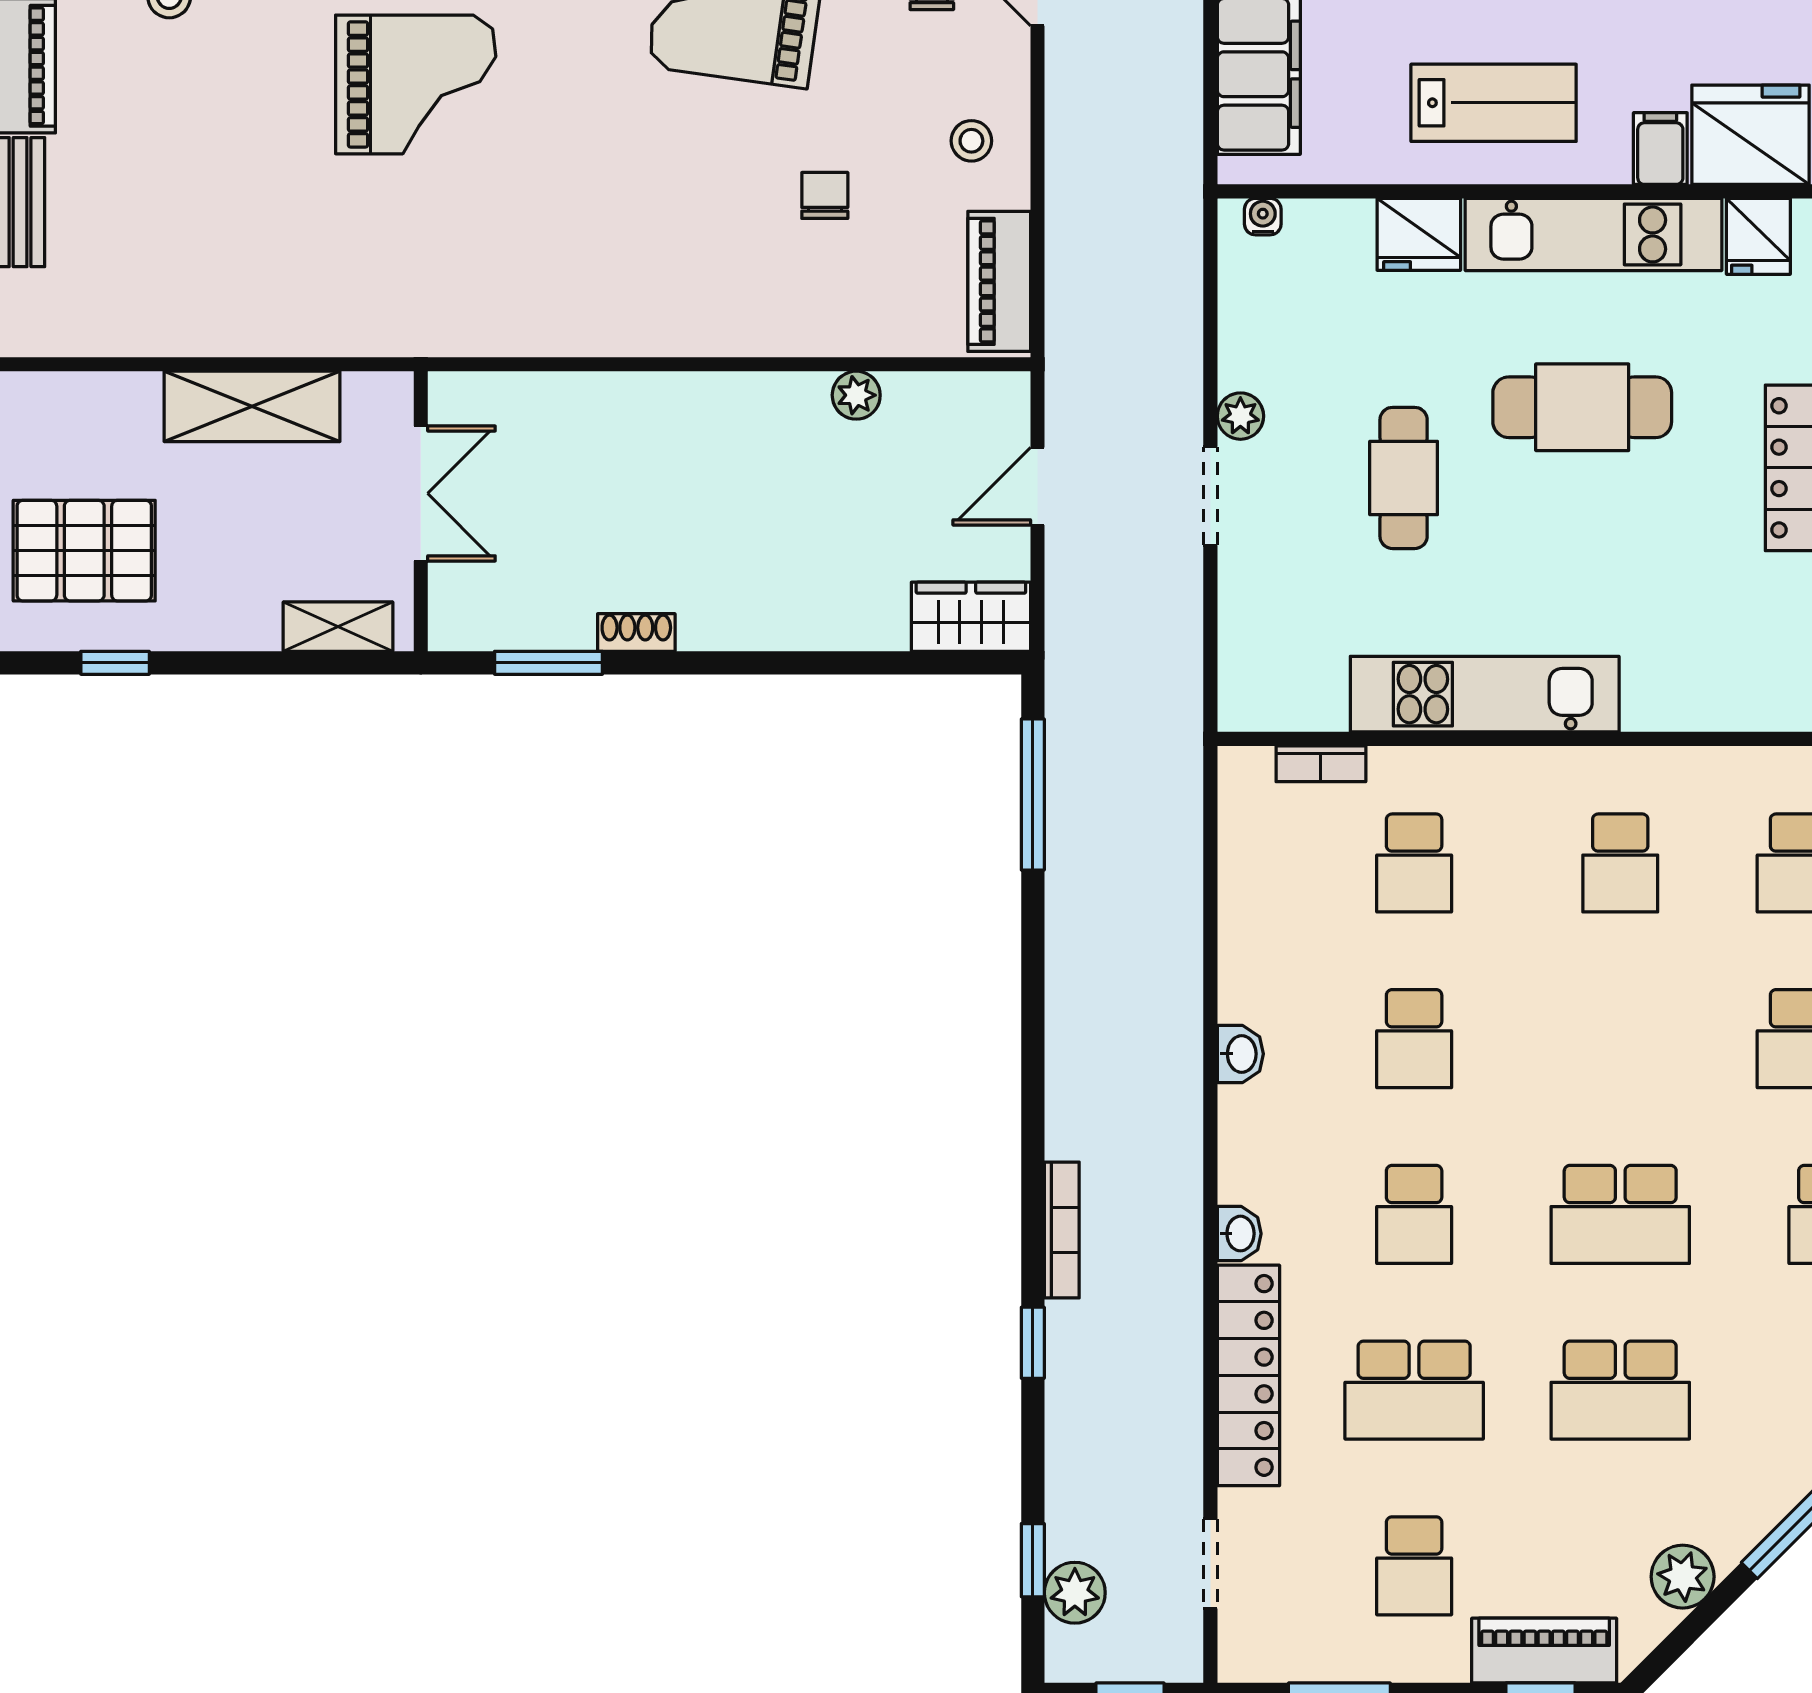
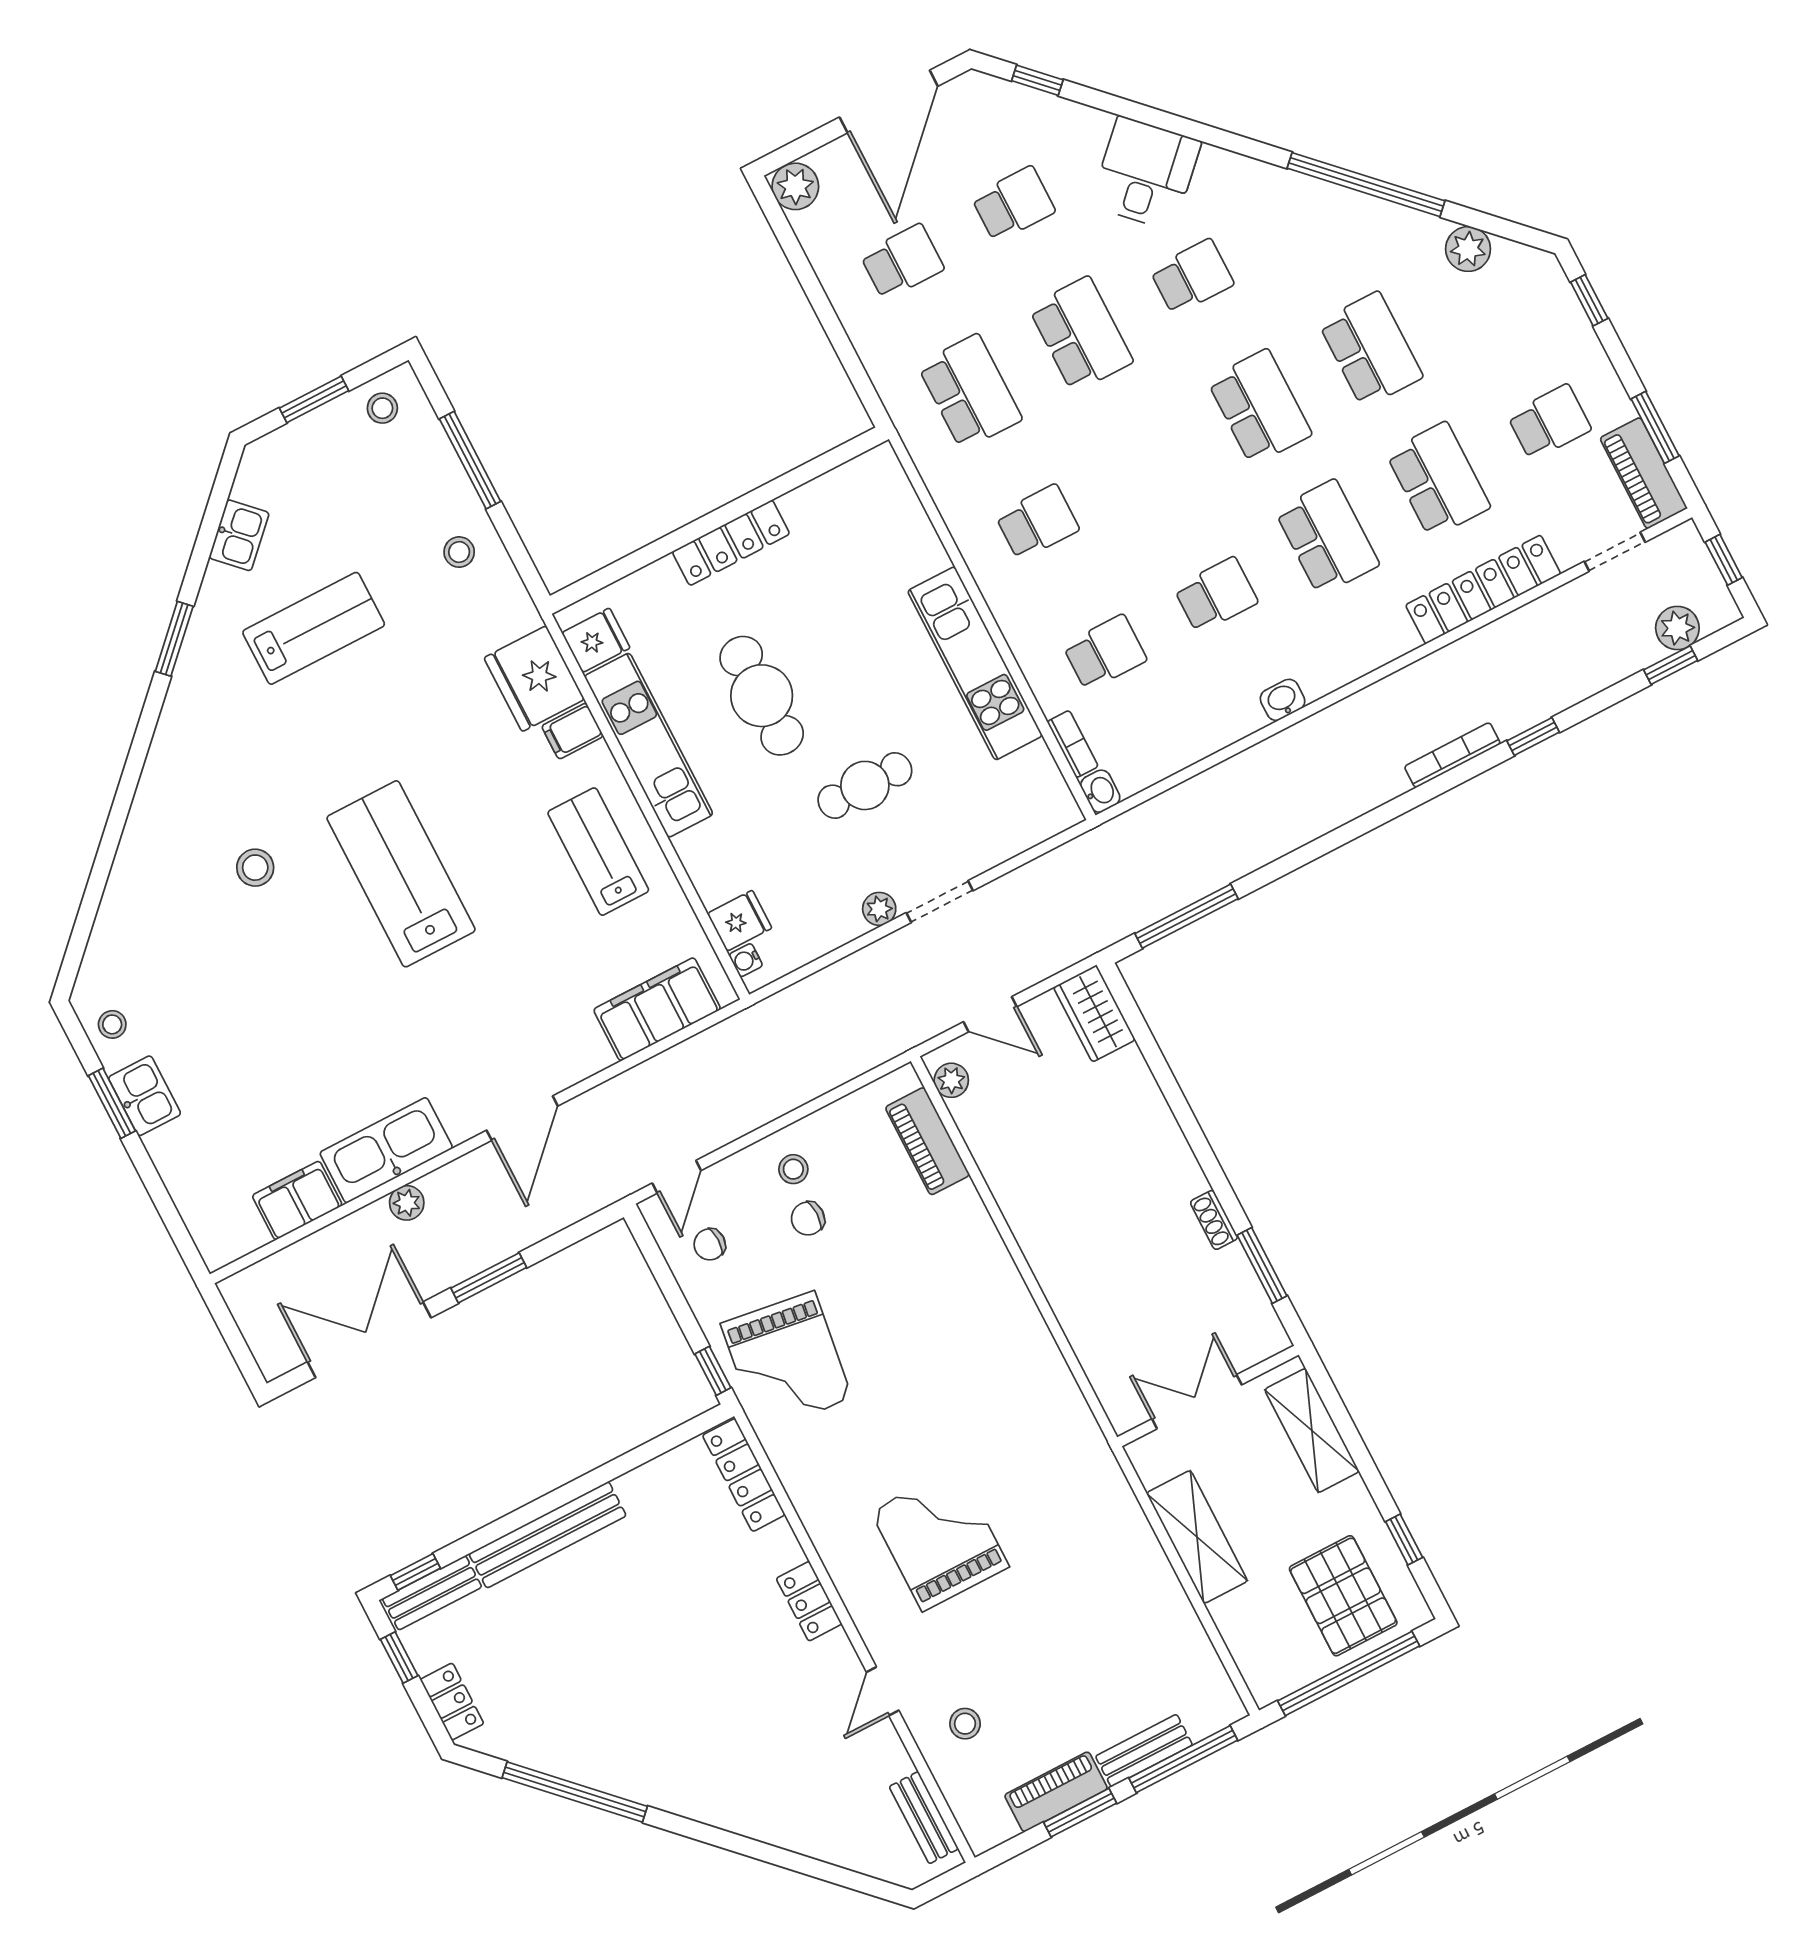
chair: (825, 195) -> (808, 1218), moved
fridge: (1419, 234) -> (740, 921), moved, width x0.72
piano: (999, 281) -> (927, 1141), moved, turned 90
plant: (856, 395) -> (951, 1080), moved
shelving: (338, 627) -> (1312, 1430), width x1.50, depth x1.33
school desk: (1414, 1214) -> (1327, 537), width x1.85
washbasin: (1239, 1234) -> (1100, 791), moved, turned 90
piano: (1544, 1651) -> (1644, 473), moved

